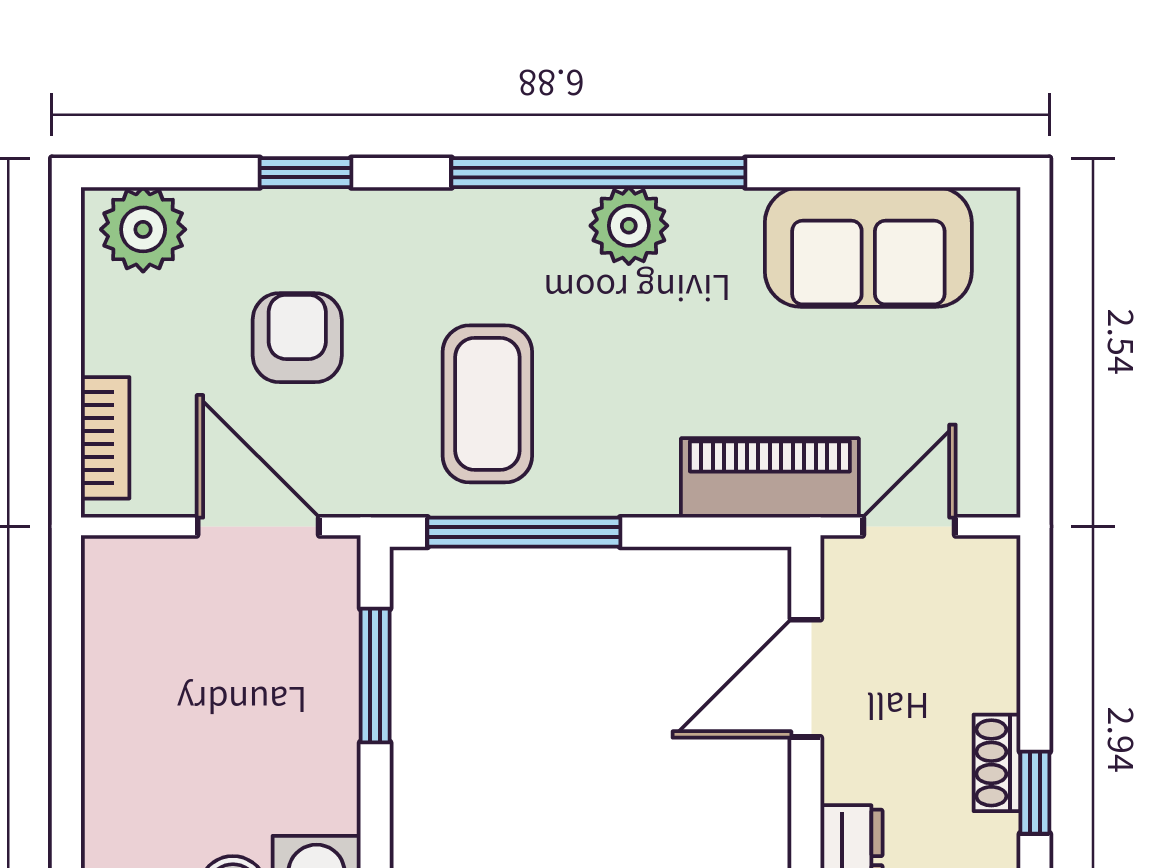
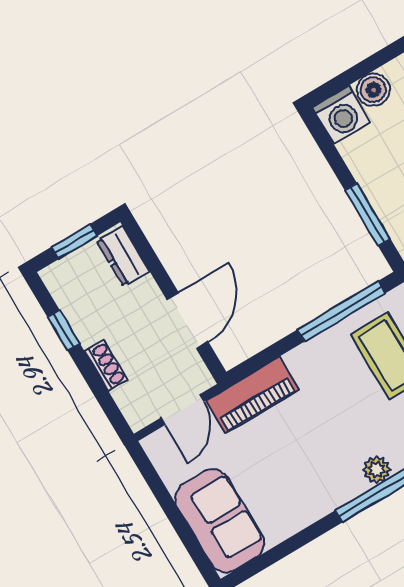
plant: (629, 226) -> (377, 470), width x0.73, depth x0.73
sofa: (868, 247) -> (220, 521), moved, turned 90
shoe rack: (997, 763) -> (106, 366), moved

